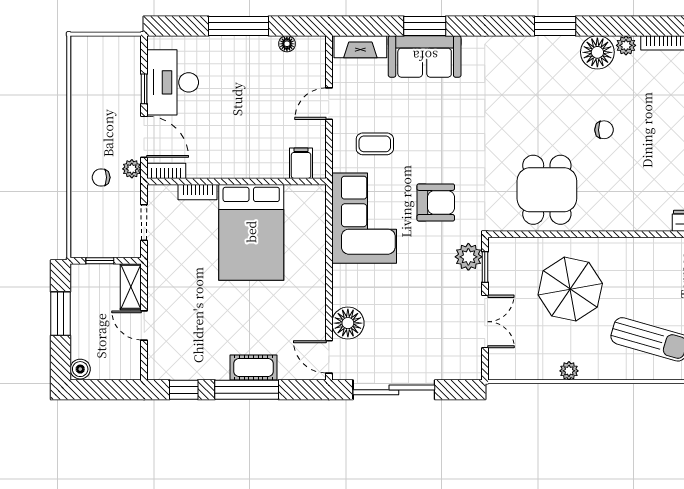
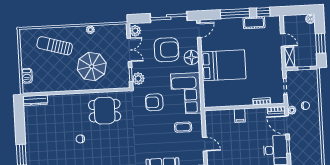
door: (329, 104) -> (205, 144), hinge flipped
filing cabinet: (301, 163) -> (240, 115), moved
dining table: (547, 190) -> (105, 111), turned 90
bed: (251, 232) -> (223, 65), moved, turned 90
armchair: (403, 318) -> (167, 50), added
double door: (485, 322) -> (129, 50), swing flipped
floor lamp: (348, 323) -> (192, 57), moved
door: (329, 357) -> (199, 30), hinge flipped
plant: (470, 363) -> (135, 31), added
cot: (254, 367) -> (254, 23), moved

